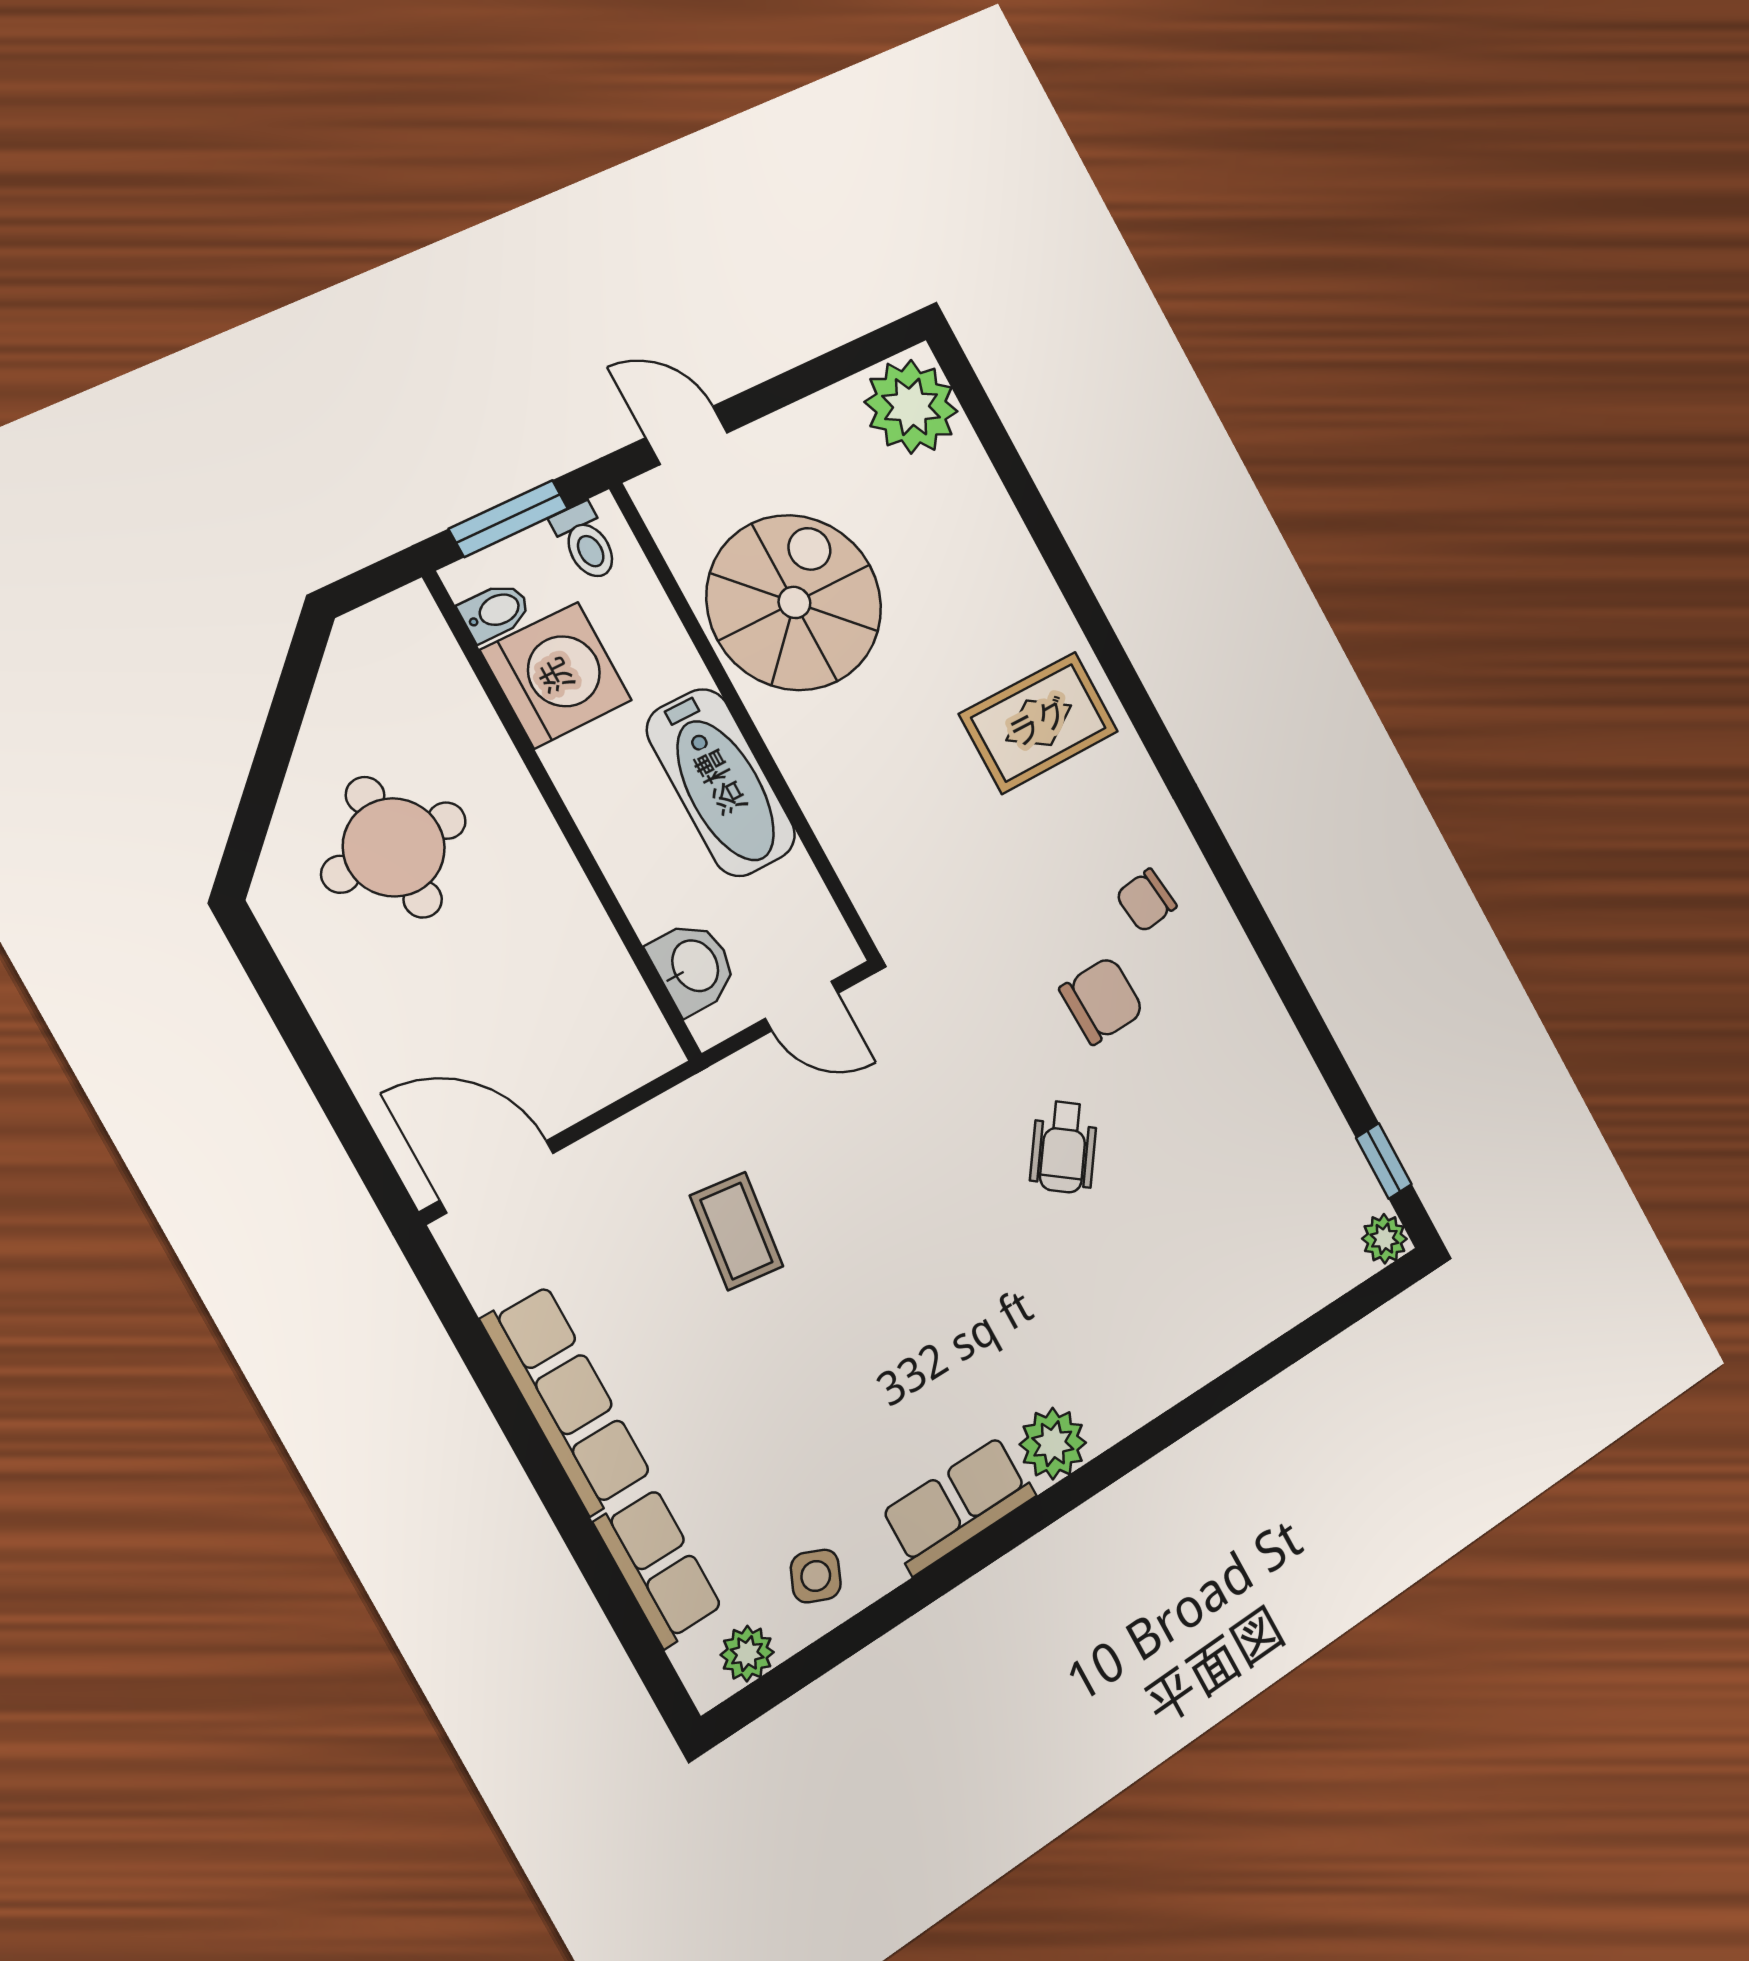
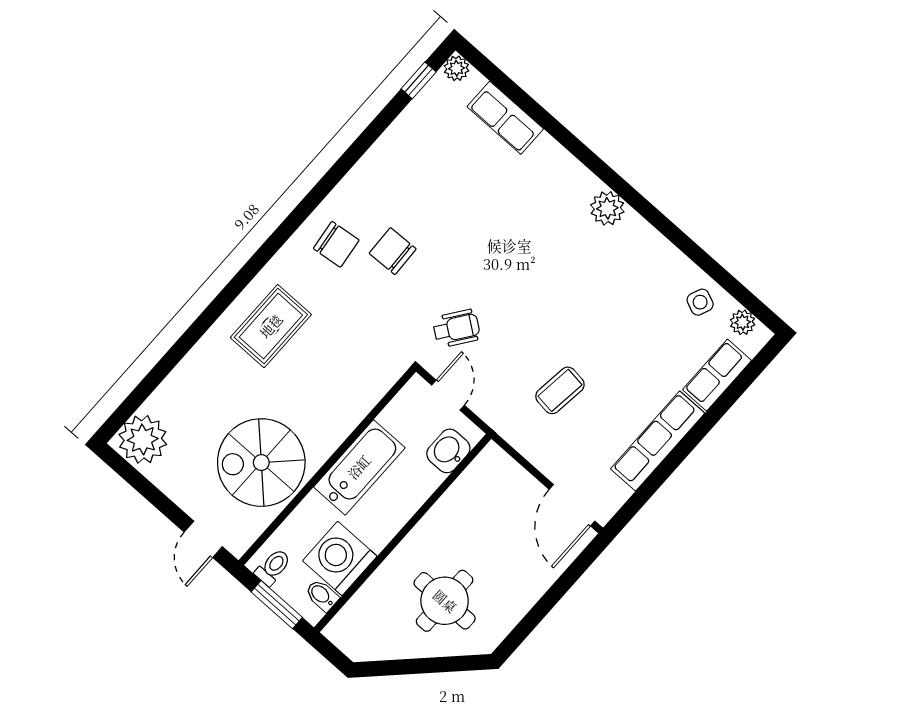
rug: (1039, 723) -> (271, 326), turned 90
chair: (1146, 900) -> (336, 244), width x1.37, depth x1.37
wheelchair: (1064, 1147) -> (457, 328), moved
row of seats: (958, 1505) -> (505, 118), moved

